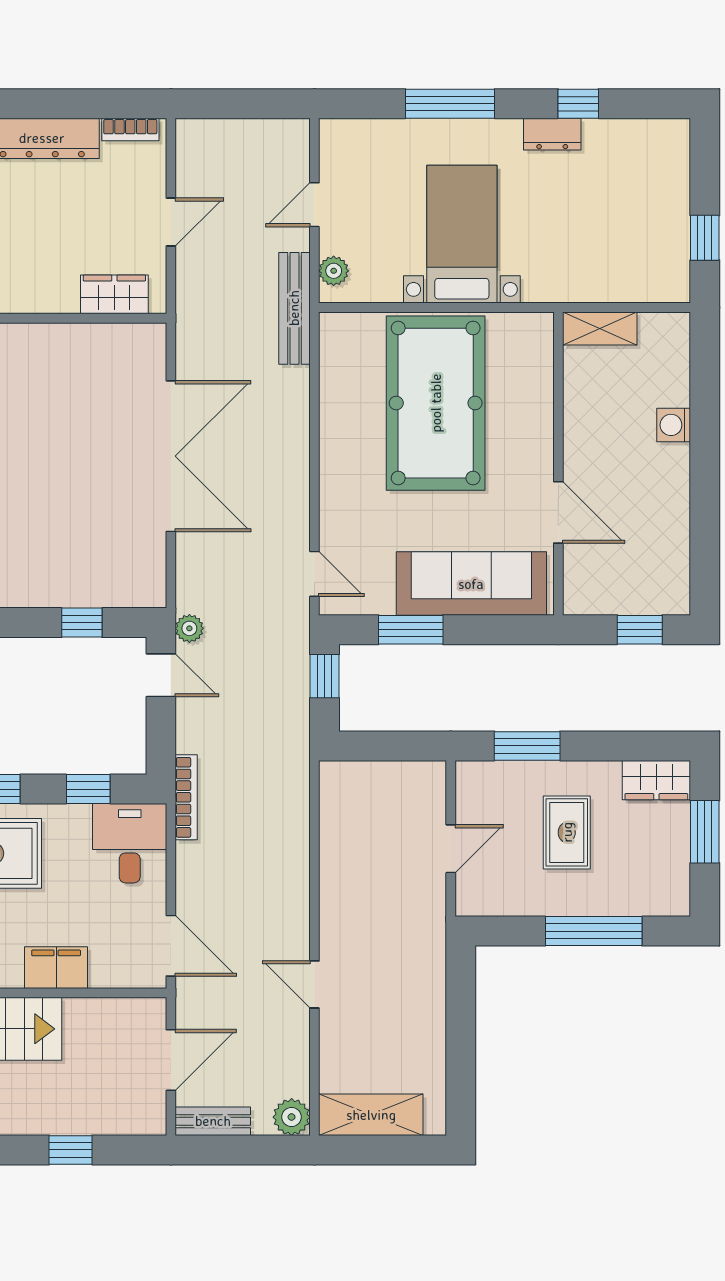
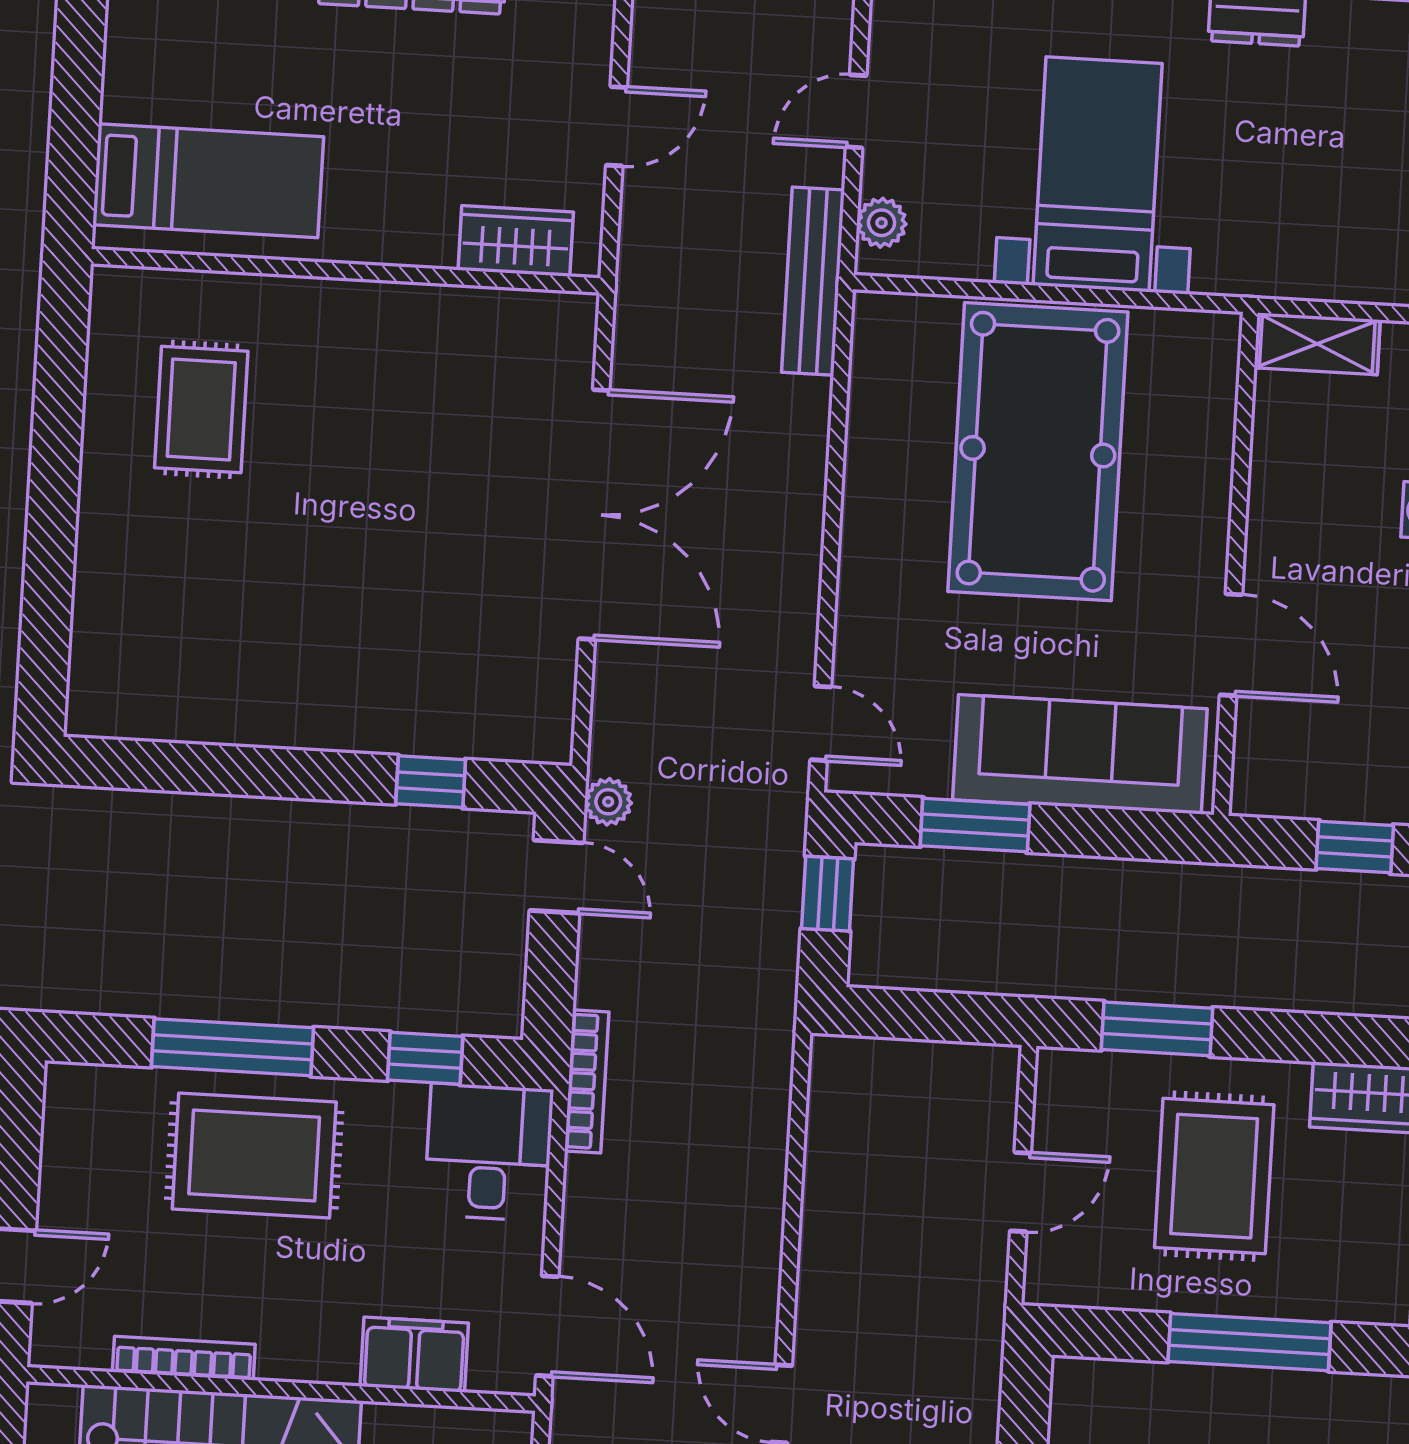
rug: (567, 832) -> (1214, 1176), width x1.36, depth x1.43
filing cabinet: (56, 968) -> (414, 1355), moved

